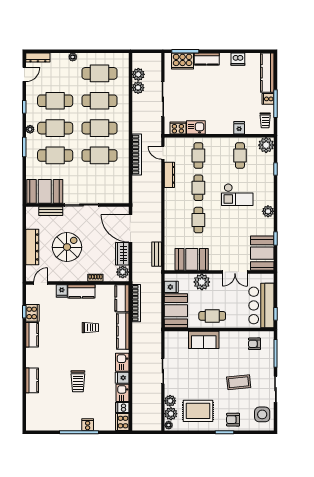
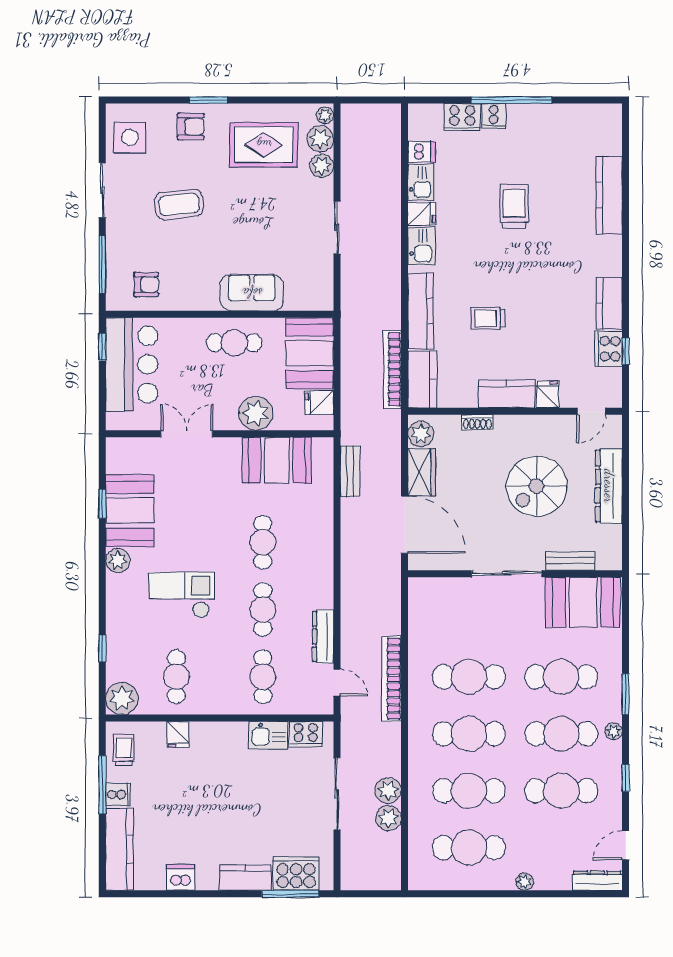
plant: (138, 74) -> (388, 791), moved
booth: (262, 253) -> (130, 511), moved
kitchen counter: (32, 380) -> (609, 195), width x1.50
cooker: (122, 422) -> (462, 117), moved, turned 90

